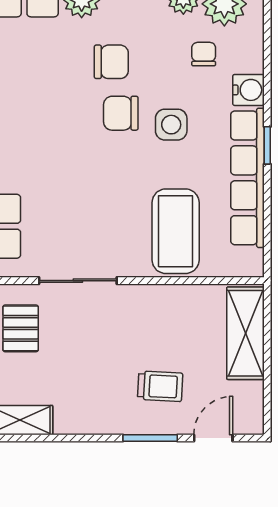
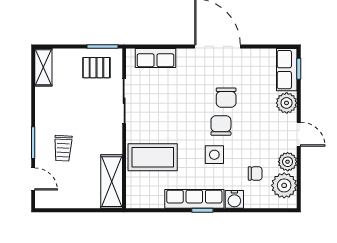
chair: (111, 62) -> (226, 98), moved
row of seats: (247, 178) -> (194, 199), width x0.73
shelving: (245, 333) -> (112, 182), moved, turned 90

